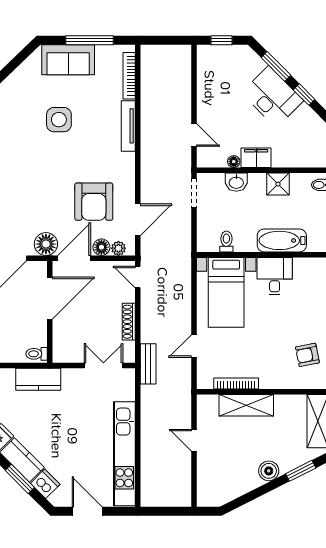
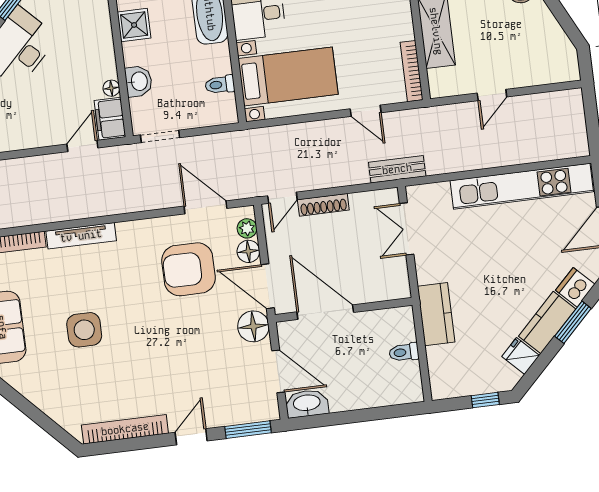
filing cabinet: (256, 158) -> (110, 119), moved
armchair: (94, 202) -> (189, 269), turned 180
shoe rack: (129, 322) -> (323, 205), moved
toilet: (37, 354) -> (404, 352), moved, turned 90
bookcase: (236, 383) -> (412, 71), moved

